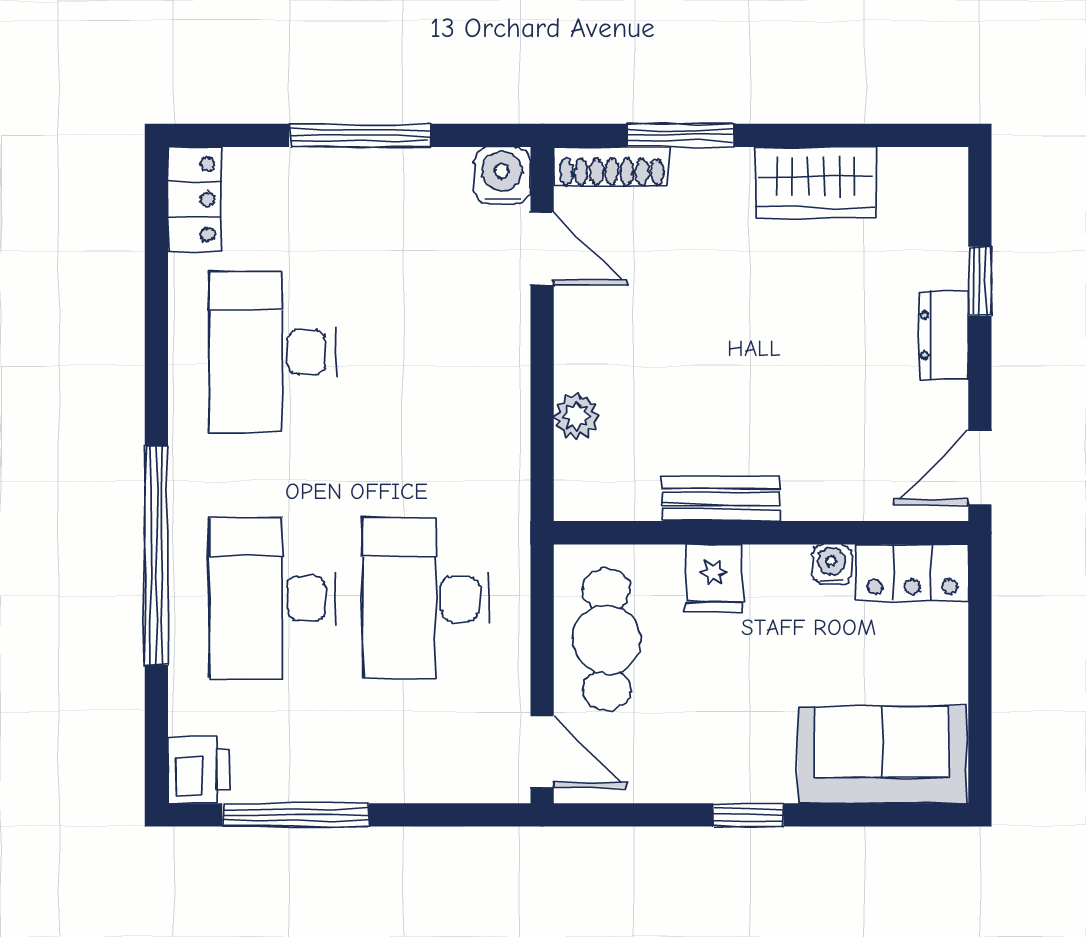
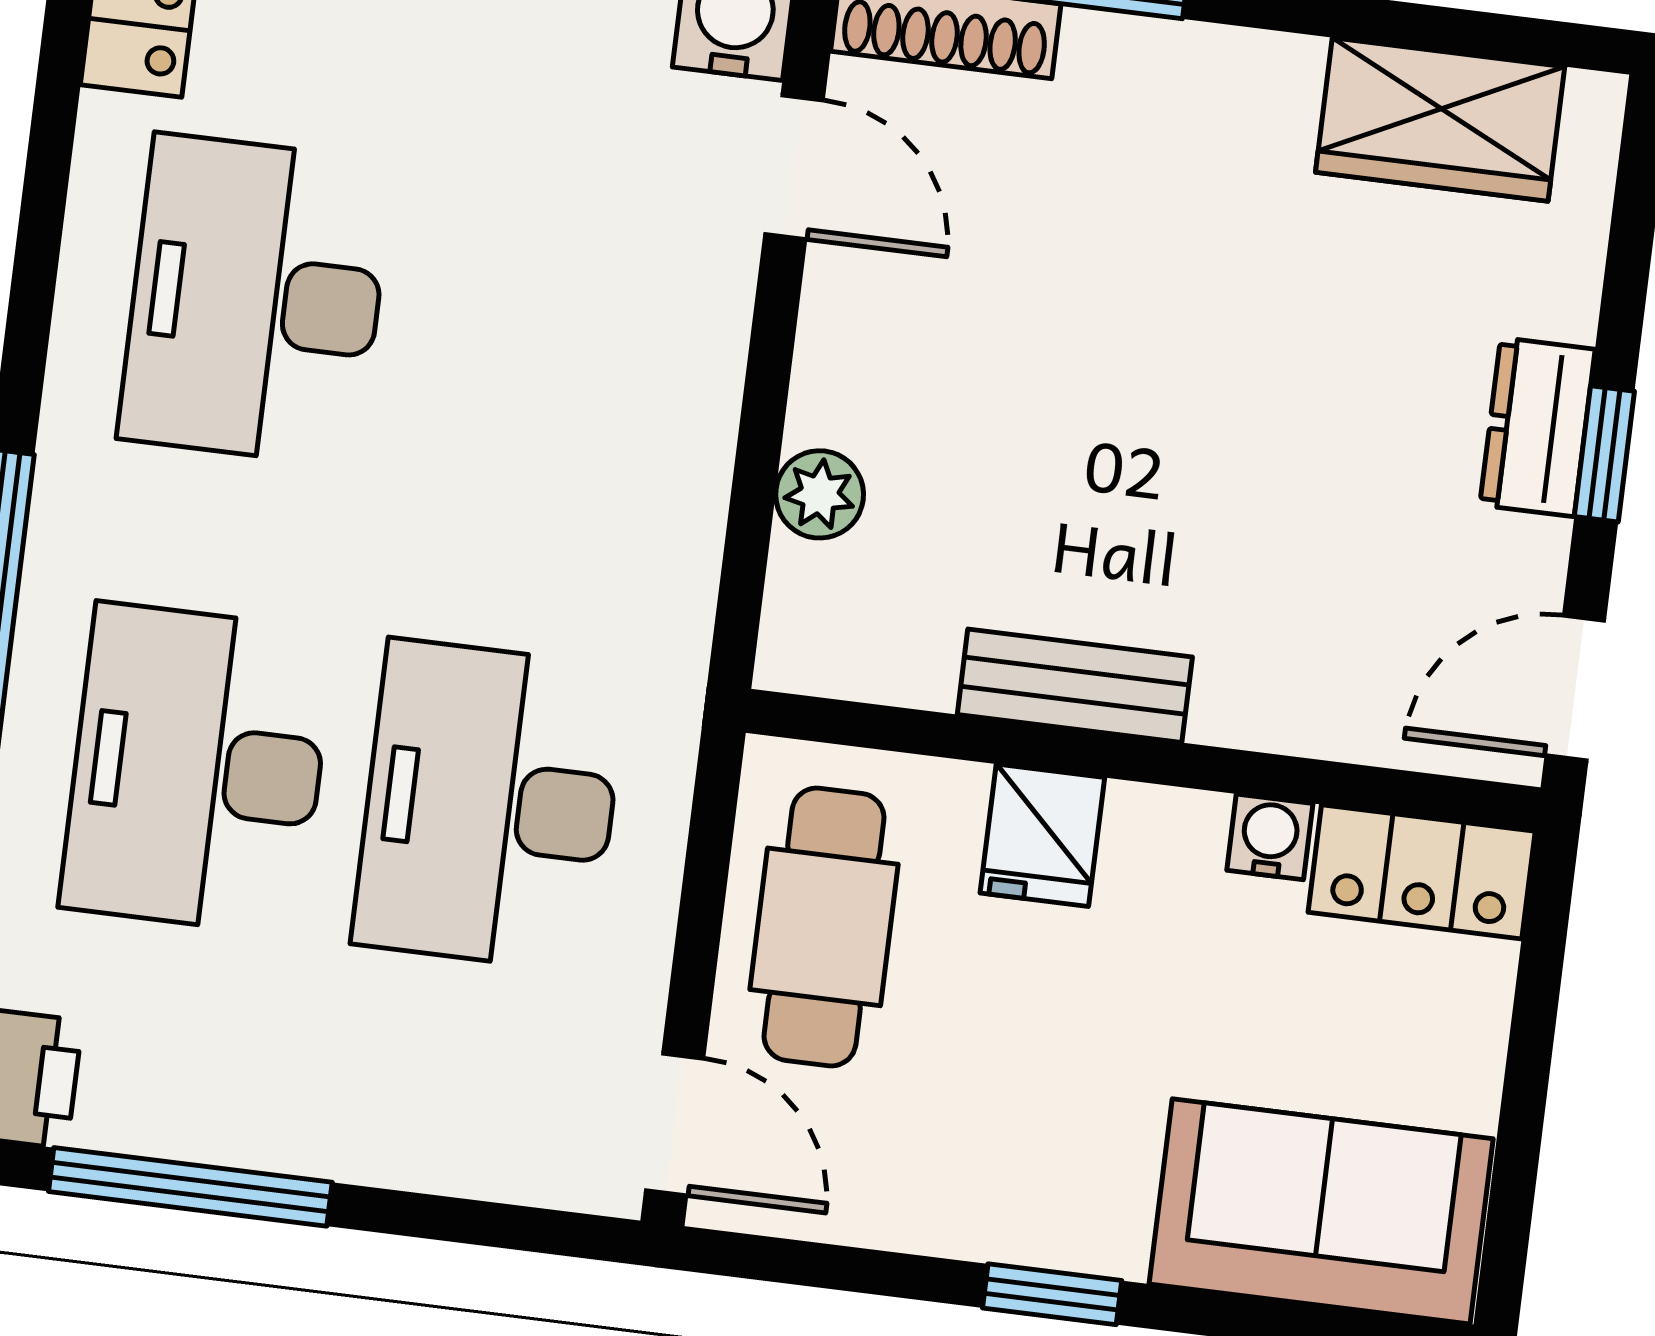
wardrobe: (816, 182) -> (1440, 119), moved
window: (980, 281) -> (1604, 454), moved

